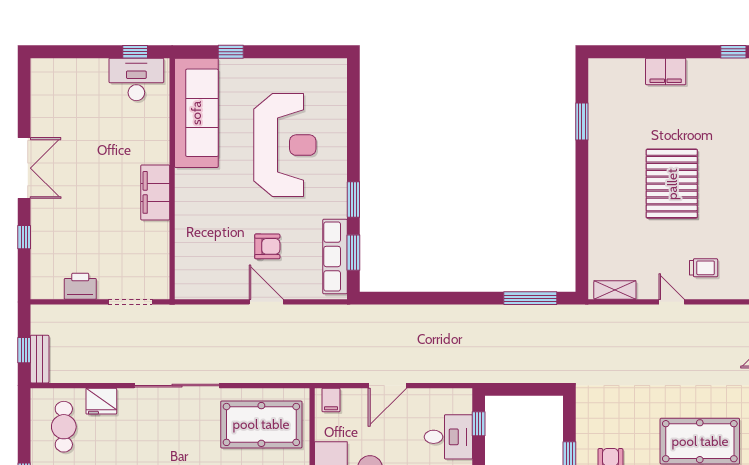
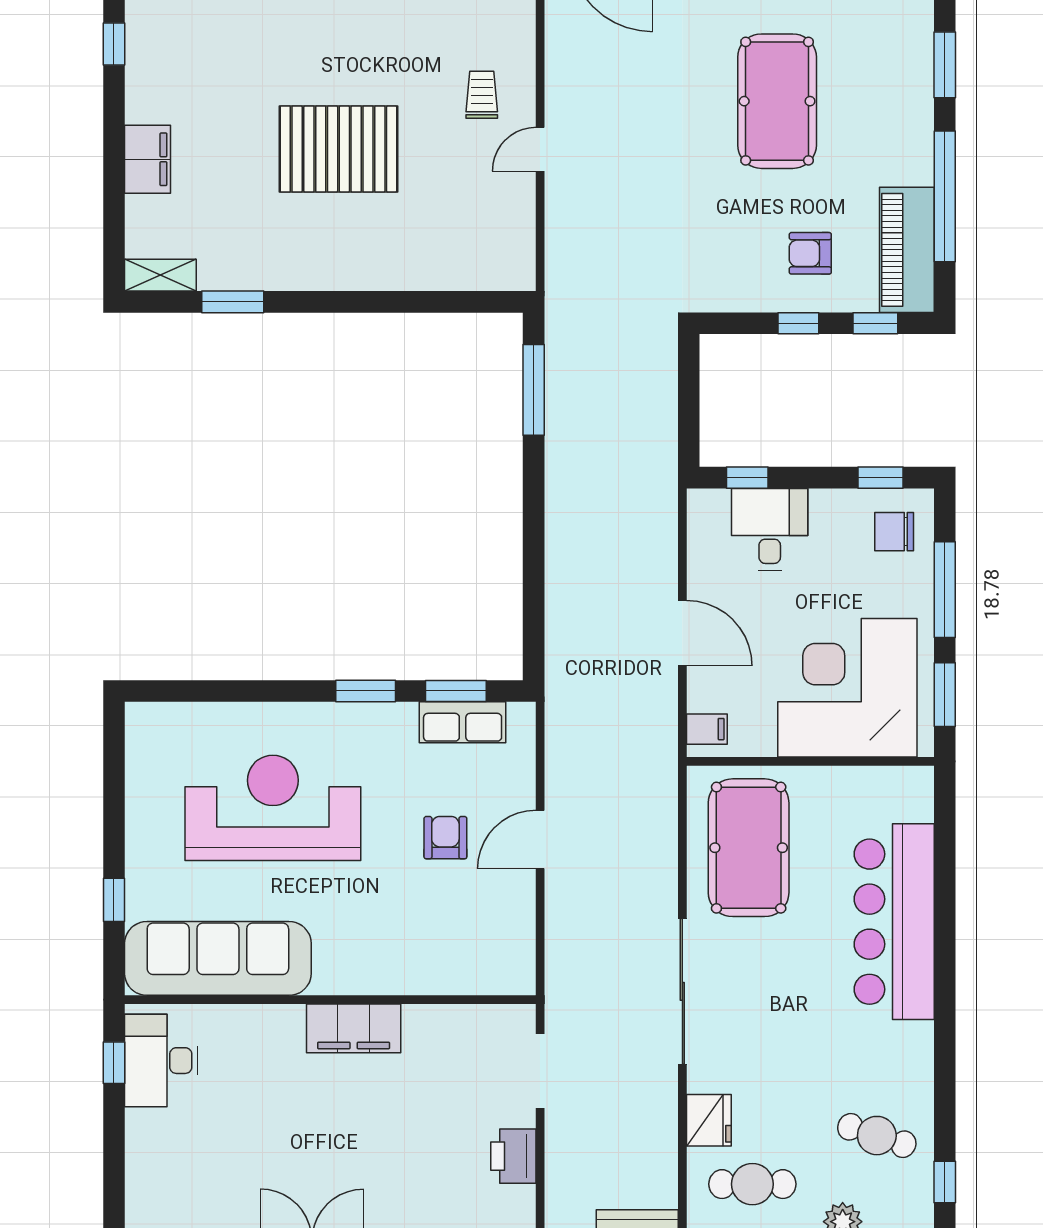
row of seats: (335, 256) -> (463, 722), width x0.68
shelving: (615, 290) -> (160, 275), moved, turned 90

